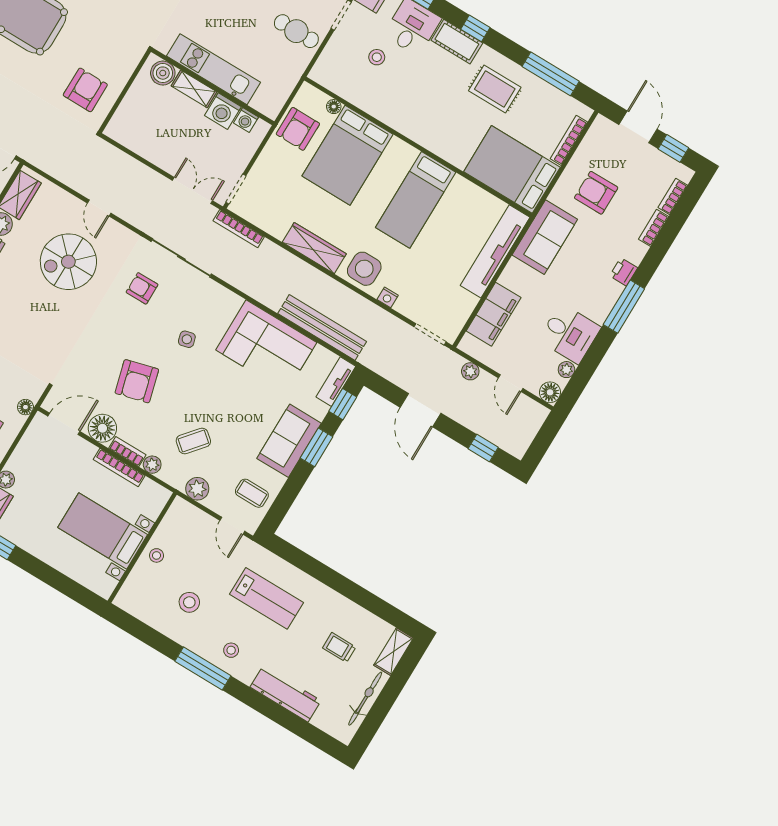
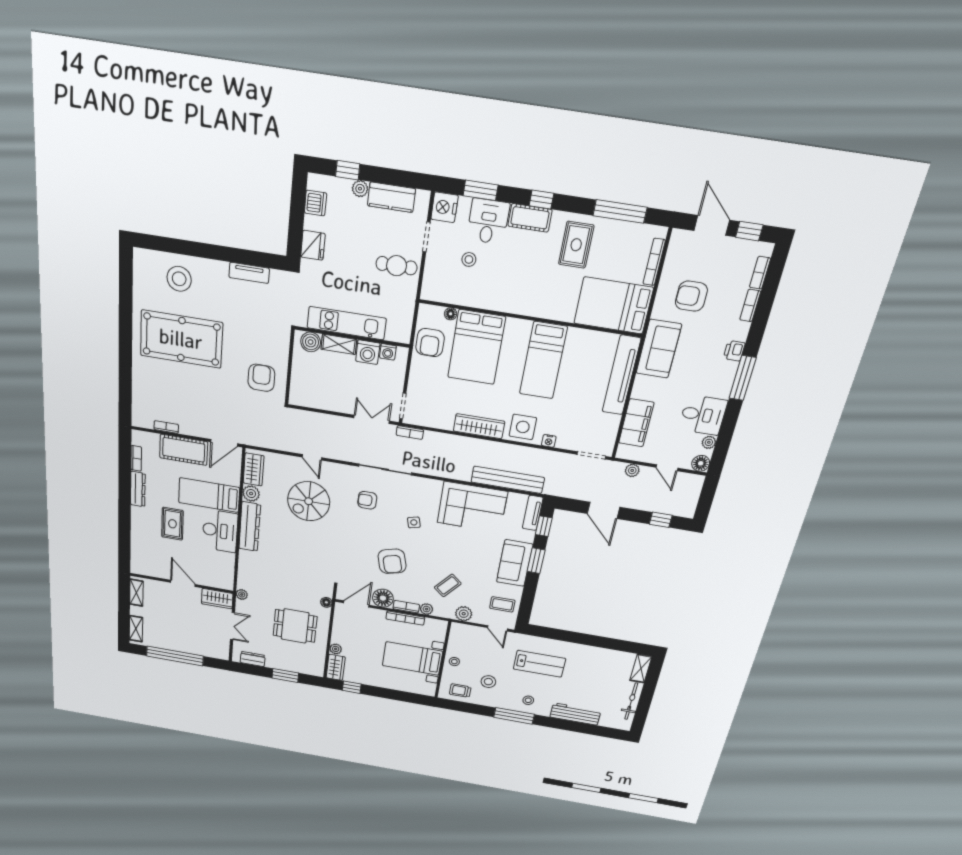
rug: (495, 89) -> (576, 245), turned 90
bookcase: (239, 229) -> (410, 432), width x0.64
trolley: (339, 648) -> (460, 691), moved

